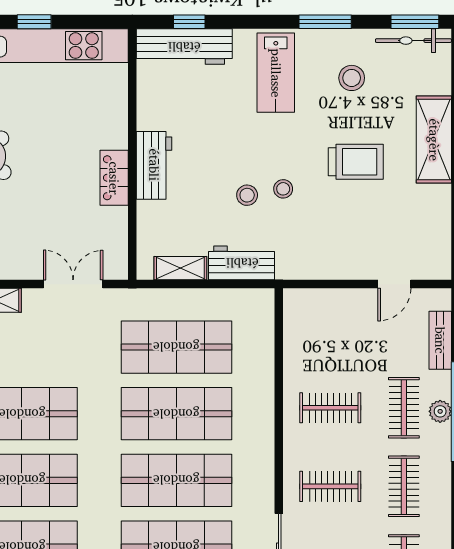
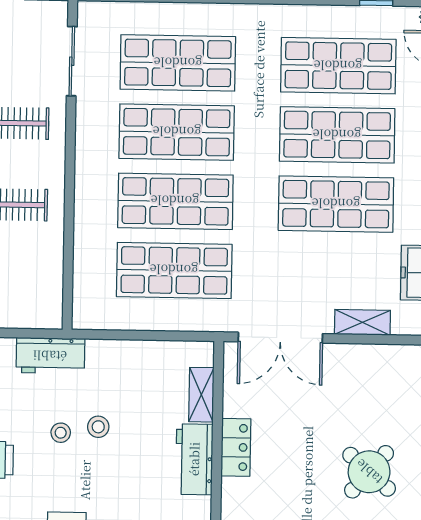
workbench: (242, 263) -> (50, 356), moved
shelving: (180, 268) -> (201, 395), moved, turned 90
double door: (73, 284) -> (280, 338), width x1.37

